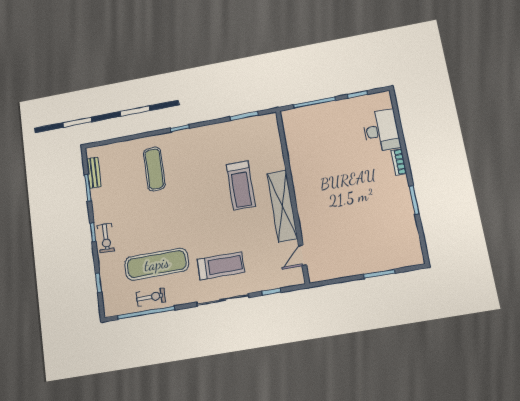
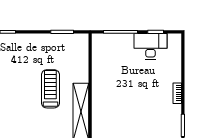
desk: (381, 131) -> (150, 46), moved, turned -90
treadmill: (241, 185) -> (50, 89), turned 180

